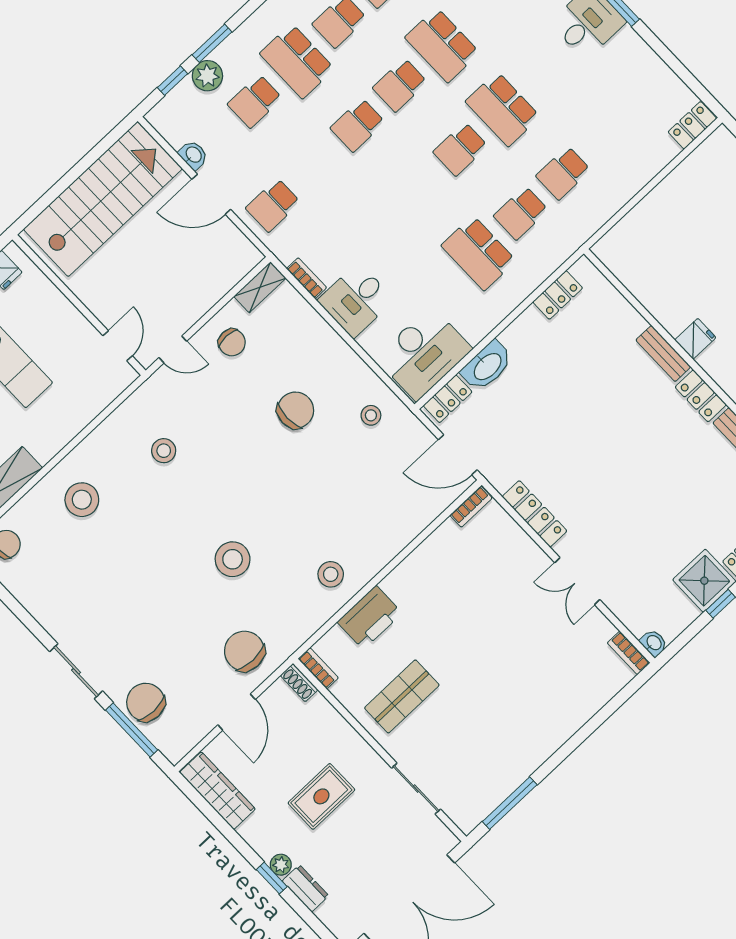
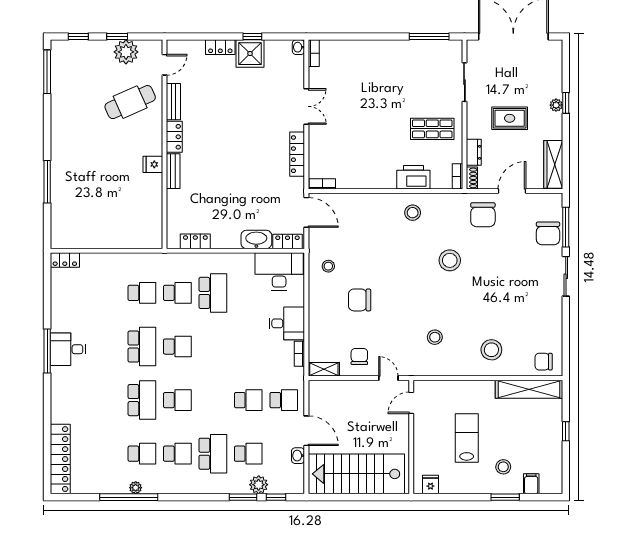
school desk: (358, 125) -> (248, 400), moved
dresser: (305, 888) -> (474, 152), moved, turned 180

